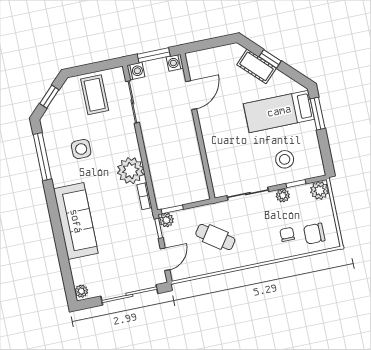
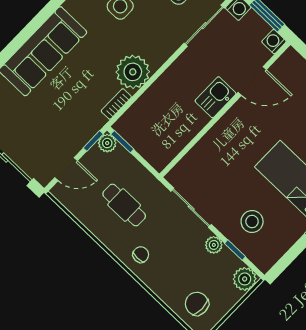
kitchen sink: (185, 127) -> (216, 97), added
chair: (287, 234) -> (141, 255), moved
cafe table: (215, 237) -> (124, 205), turned -35

